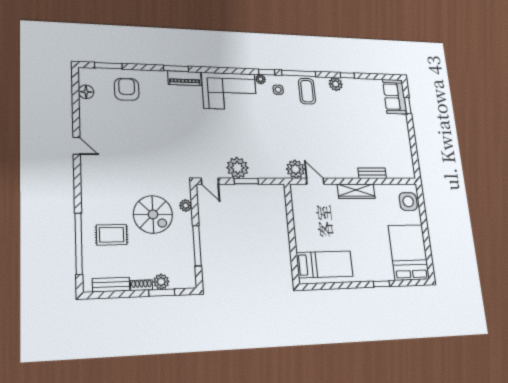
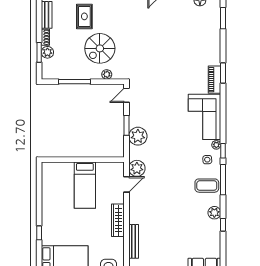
armchair: (127, 89) -> (203, 32), removed
plant: (237, 168) -> (138, 136), moved
bench: (372, 173) -> (134, 241), width x1.36
bed: (325, 264) -> (85, 185), moved

